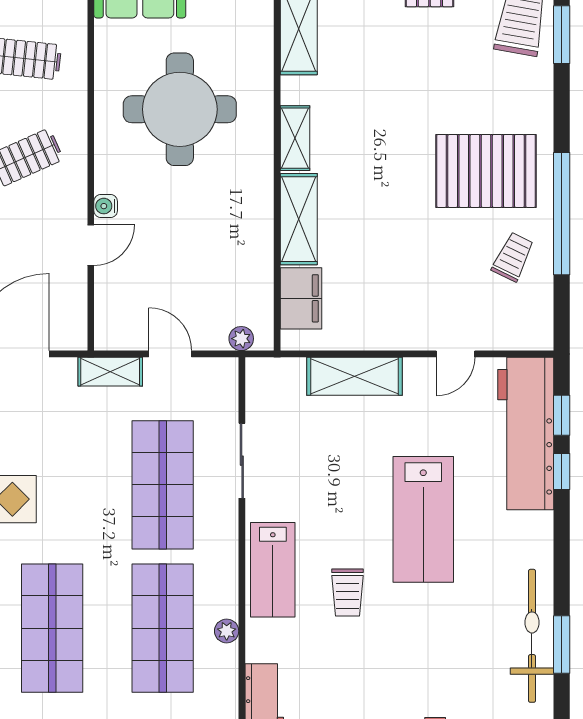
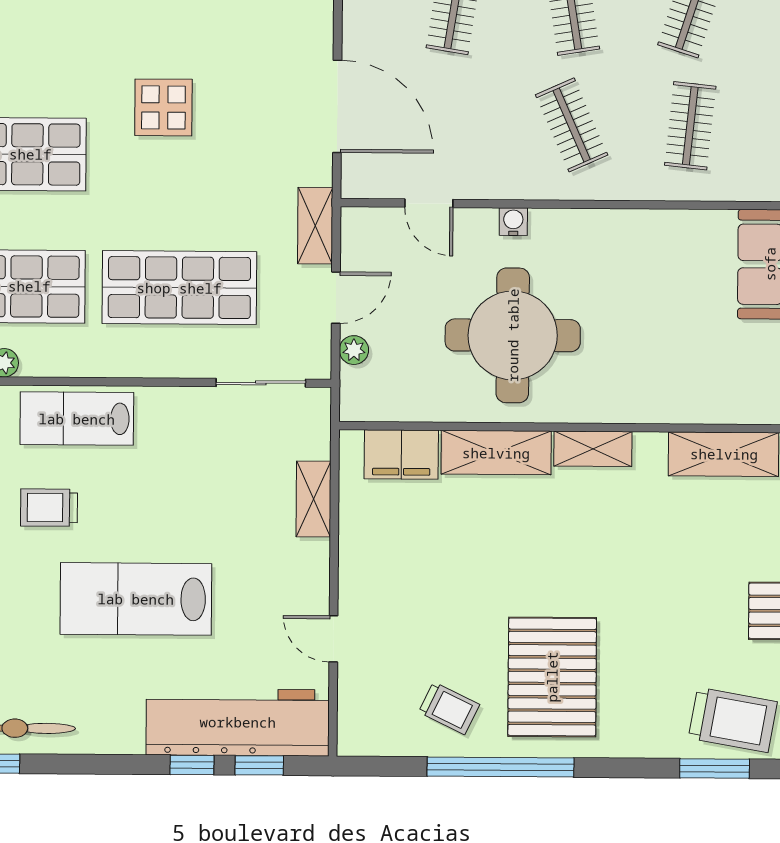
round table: (180, 109) -> (513, 335), moved
door: (91, 245) -> (429, 203), moved
plant: (241, 339) -> (354, 350), moved
shelving: (355, 376) -> (314, 499), width x0.67, depth x0.75
sliding door: (242, 461) -> (261, 383), moved

